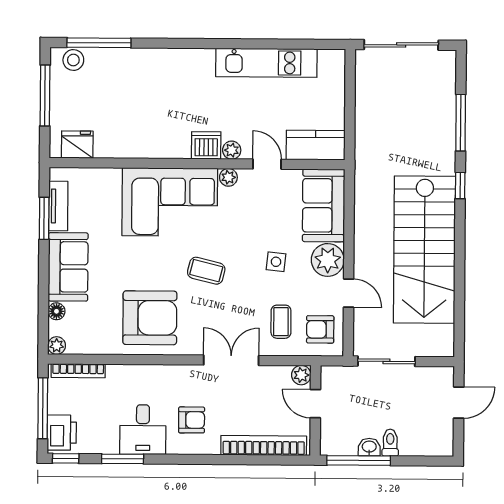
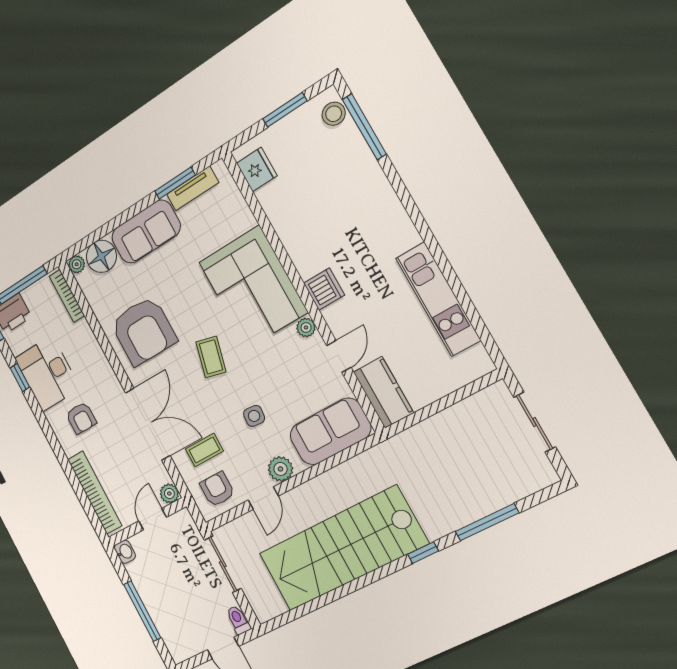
sliding door: (401, 45) -> (535, 422), width x0.73
window: (45, 95) -> (285, 110), width x0.69
plant: (232, 150) -> (333, 316), removed
plant: (328, 260) -> (280, 469), width x0.73, depth x0.73
floor lamp: (56, 311) -> (101, 256), width x1.89, depth x1.89
double door: (231, 360) -> (148, 424), width x1.37
desk: (143, 430) -> (47, 373), width x1.37
toilet: (390, 443) -> (238, 620), moved, turned -90
washbasin: (369, 447) -> (125, 552), moved
window: (123, 459) -> (20, 378), width x0.67
window: (359, 460) -> (142, 611), moved

